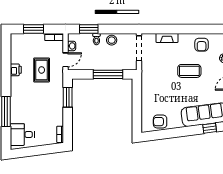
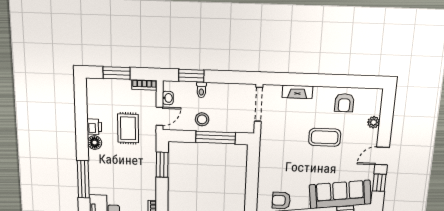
stool: (112, 40) -> (202, 119), moved
floor lamp: (16, 82) -> (95, 143), added

